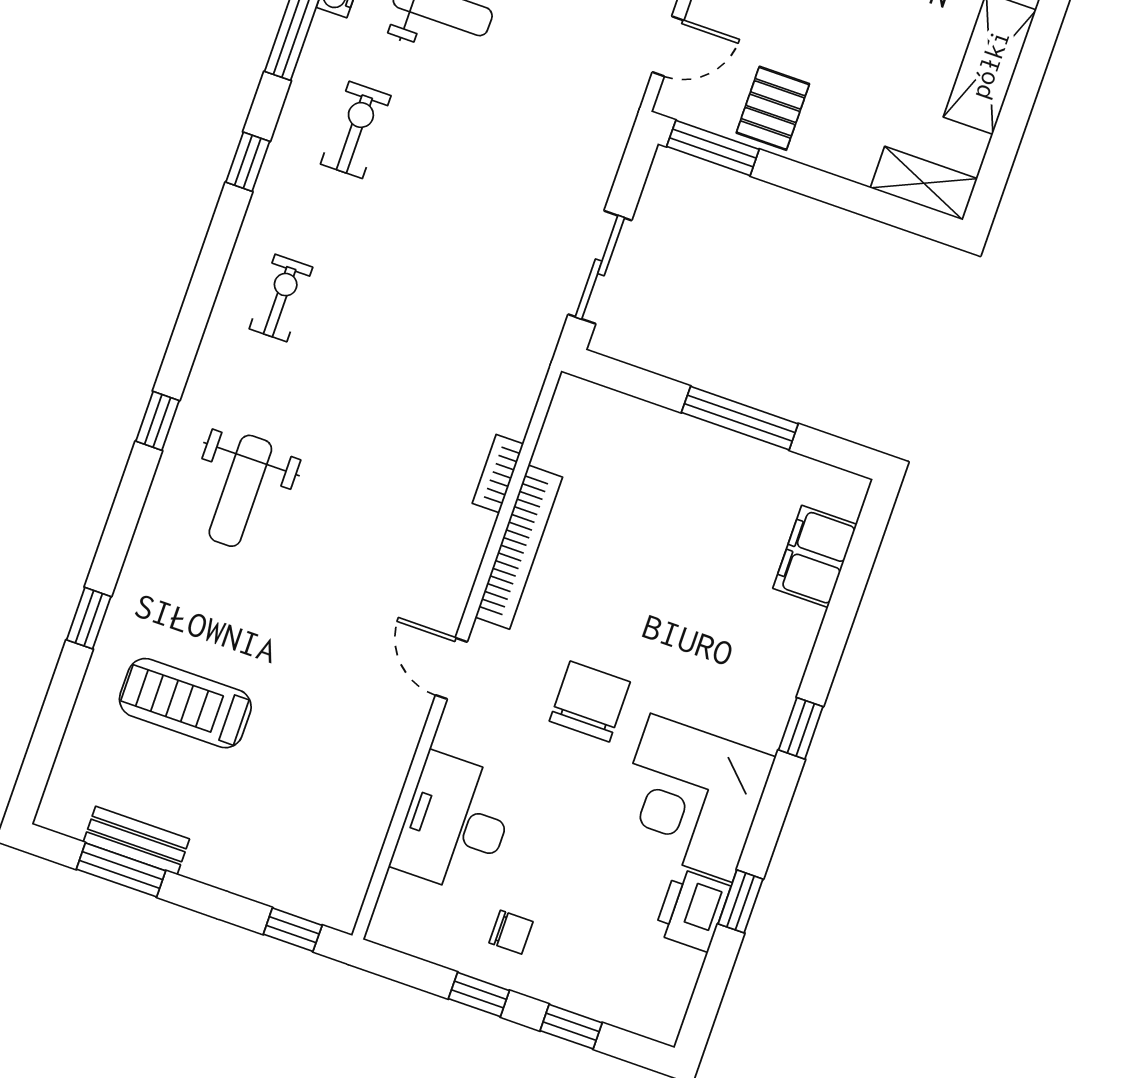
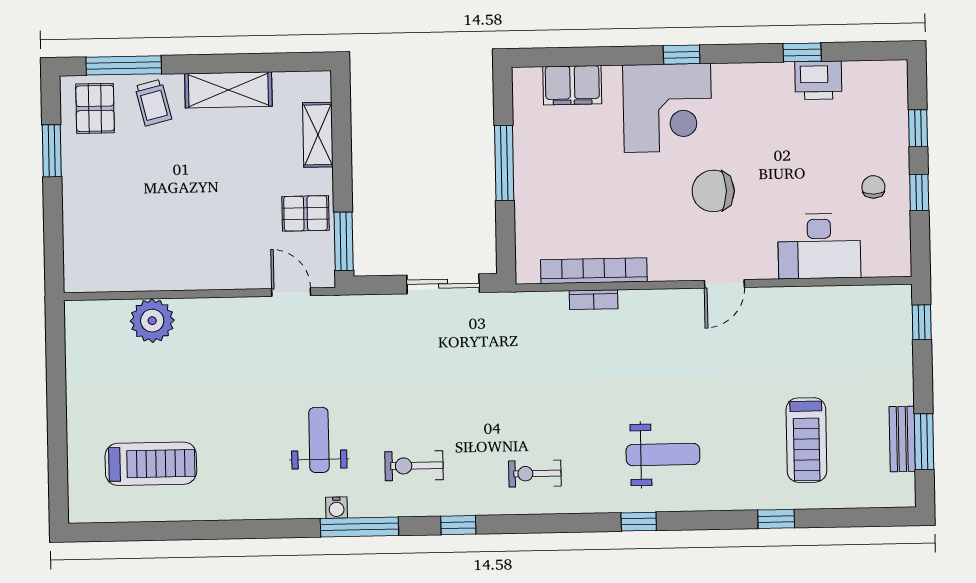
shelving: (924, 183) -> (318, 135), moved
bookcase: (519, 547) -> (594, 271), moved
corner desk: (691, 798) -> (667, 108), moved

